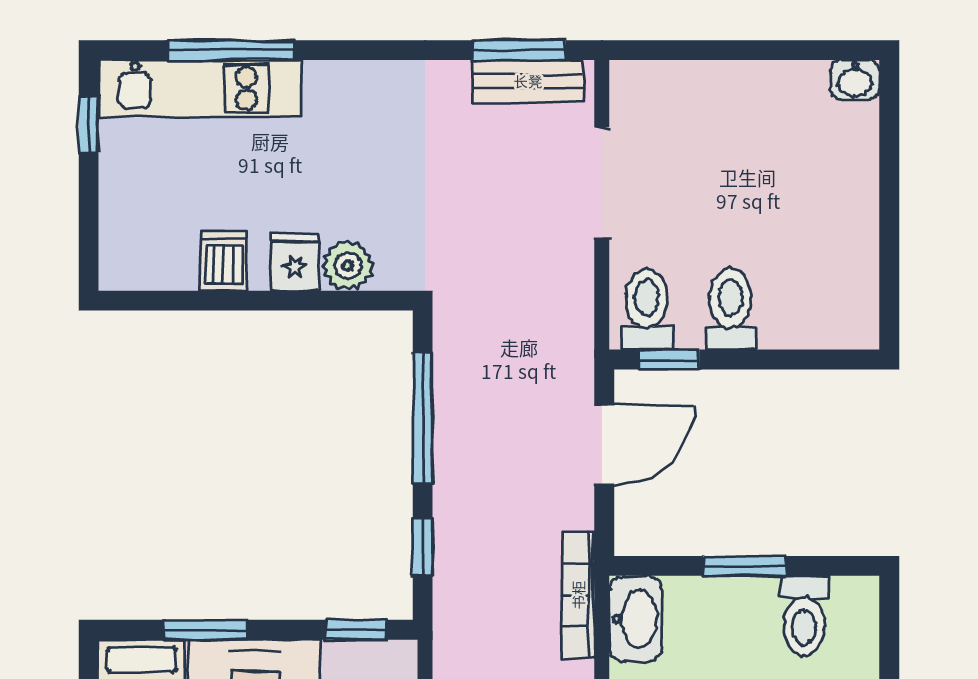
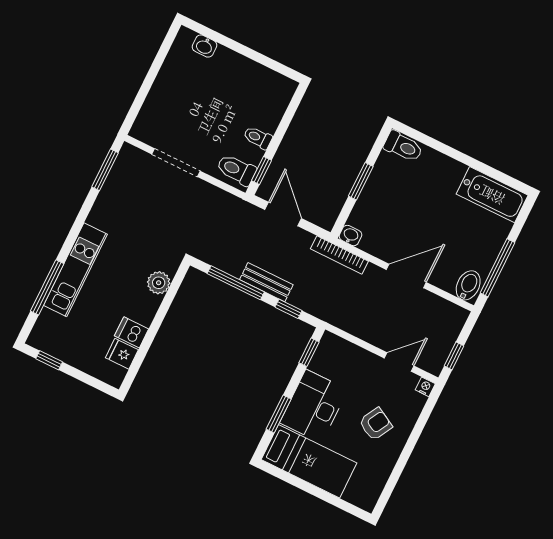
washbasin: (855, 80) -> (205, 46), moved, turned 90
bench: (528, 81) -> (266, 282), moved, turned 90
kitchen unit: (200, 89) -> (75, 270), moved
fridge: (295, 262) -> (122, 354), moved
toilet: (731, 309) -> (258, 138), width x0.73, depth x0.72
toilet: (804, 616) -> (403, 146), moved
washbasin: (636, 619) -> (350, 235), width x0.52, depth x0.69

